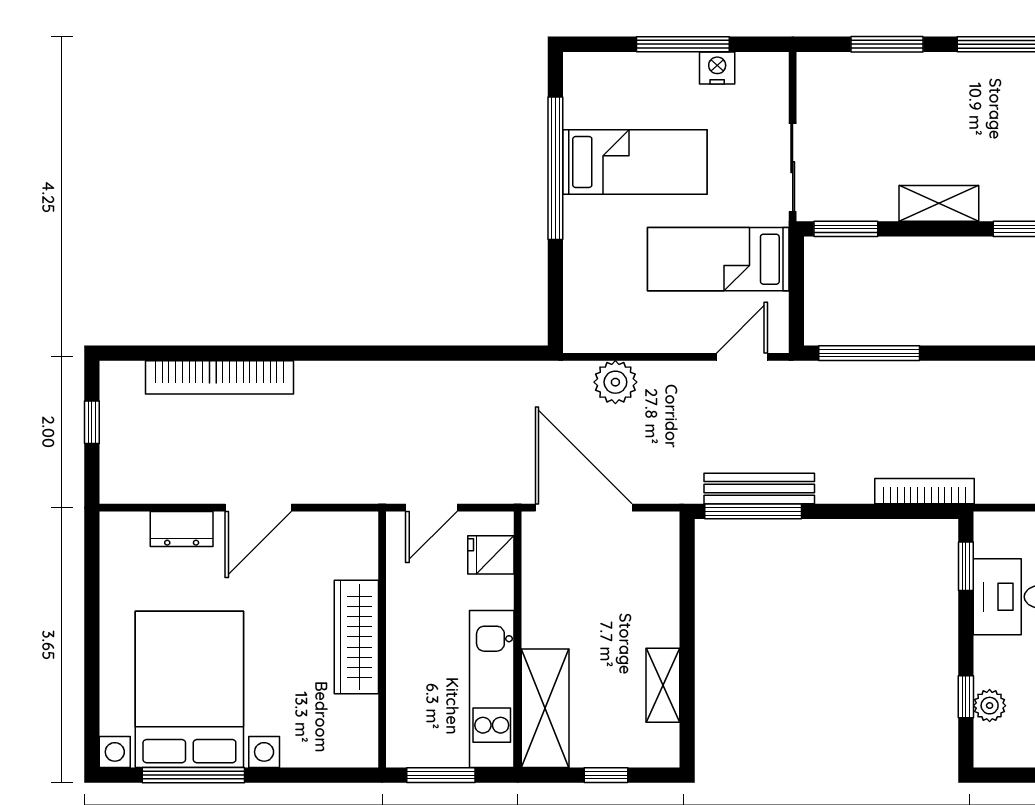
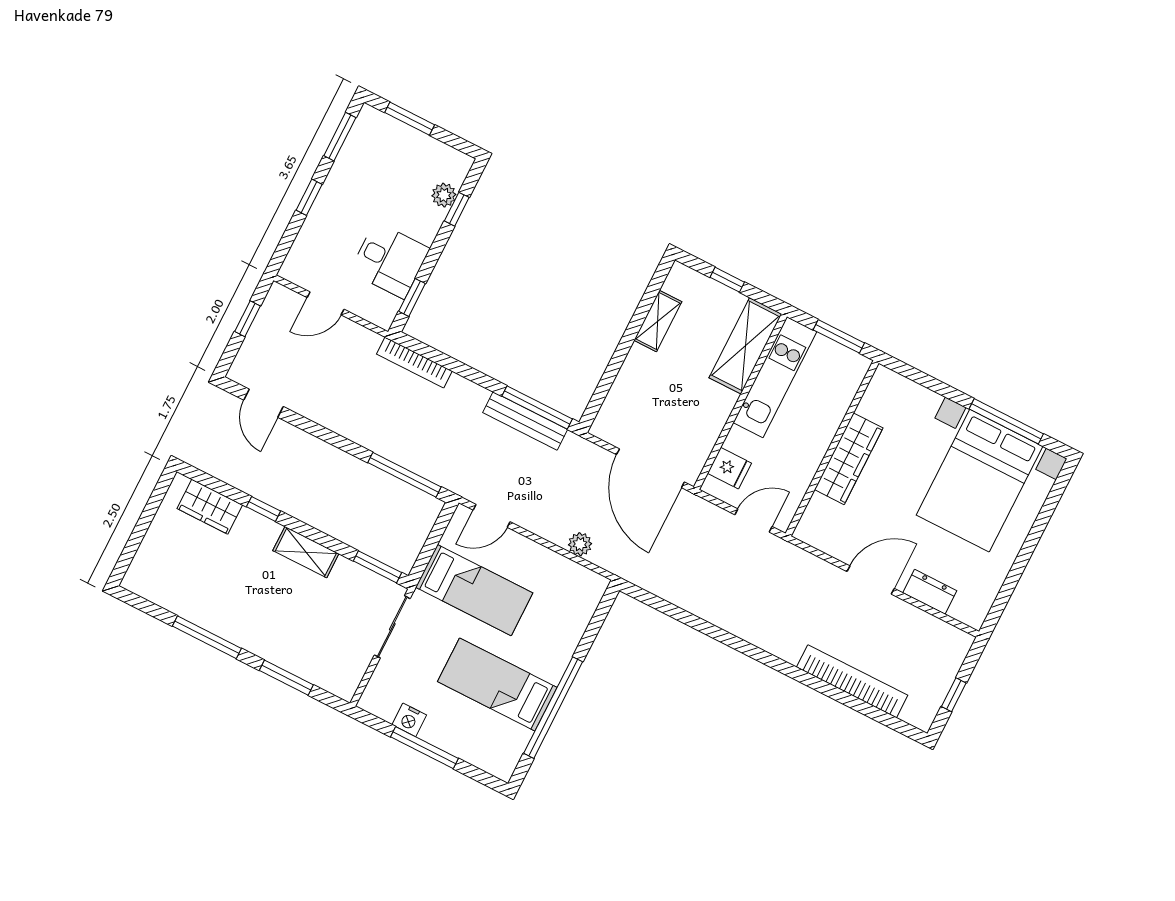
plant: (615, 382) -> (580, 544), width x0.73, depth x0.73

